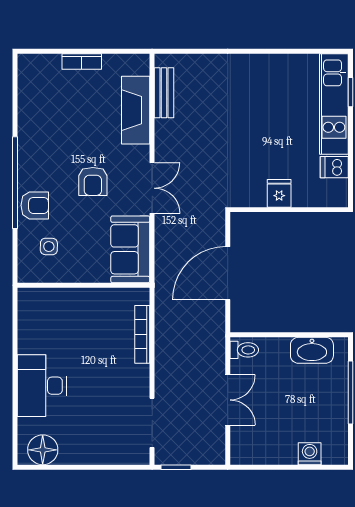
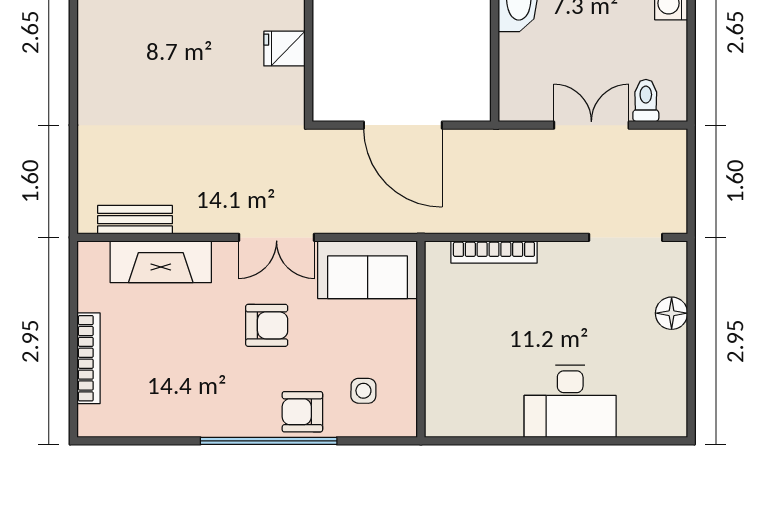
bookcase: (82, 62) -> (89, 358), width x1.56
double door: (152, 188) -> (277, 237), swing flipped
armchair: (35, 205) -> (302, 412), turned -90
toilet: (244, 350) -> (646, 100), moved
floor lamp: (43, 450) -> (672, 313), moved, width x0.73, depth x0.73
window: (176, 467) -> (691, 202), removed

